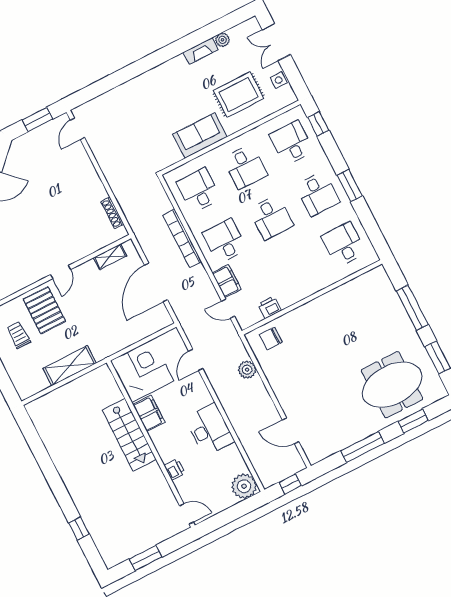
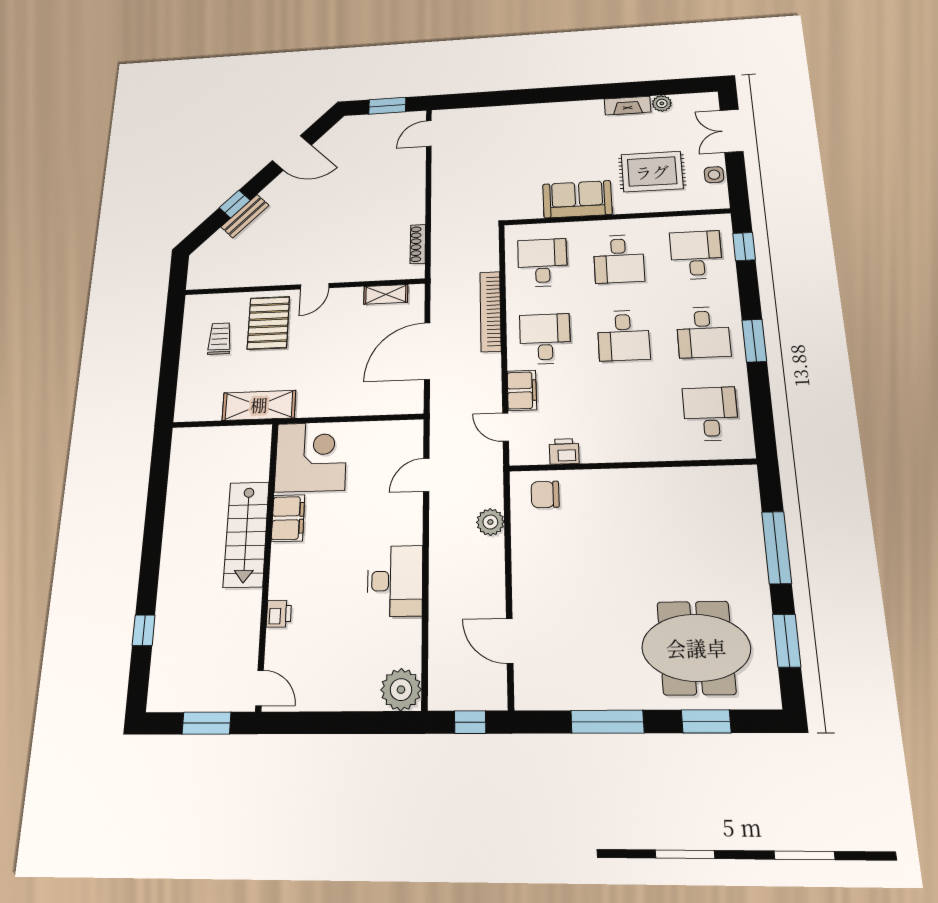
corner desk: (142, 371) -> (311, 457), moved
filing cabinet: (149, 413) -> (288, 518), moved
stairs: (129, 435) -> (246, 534), moved
wall: (151, 444) -> (267, 561), moved
printer: (174, 469) -> (279, 614), moved
door: (187, 514) -> (260, 688), moved

